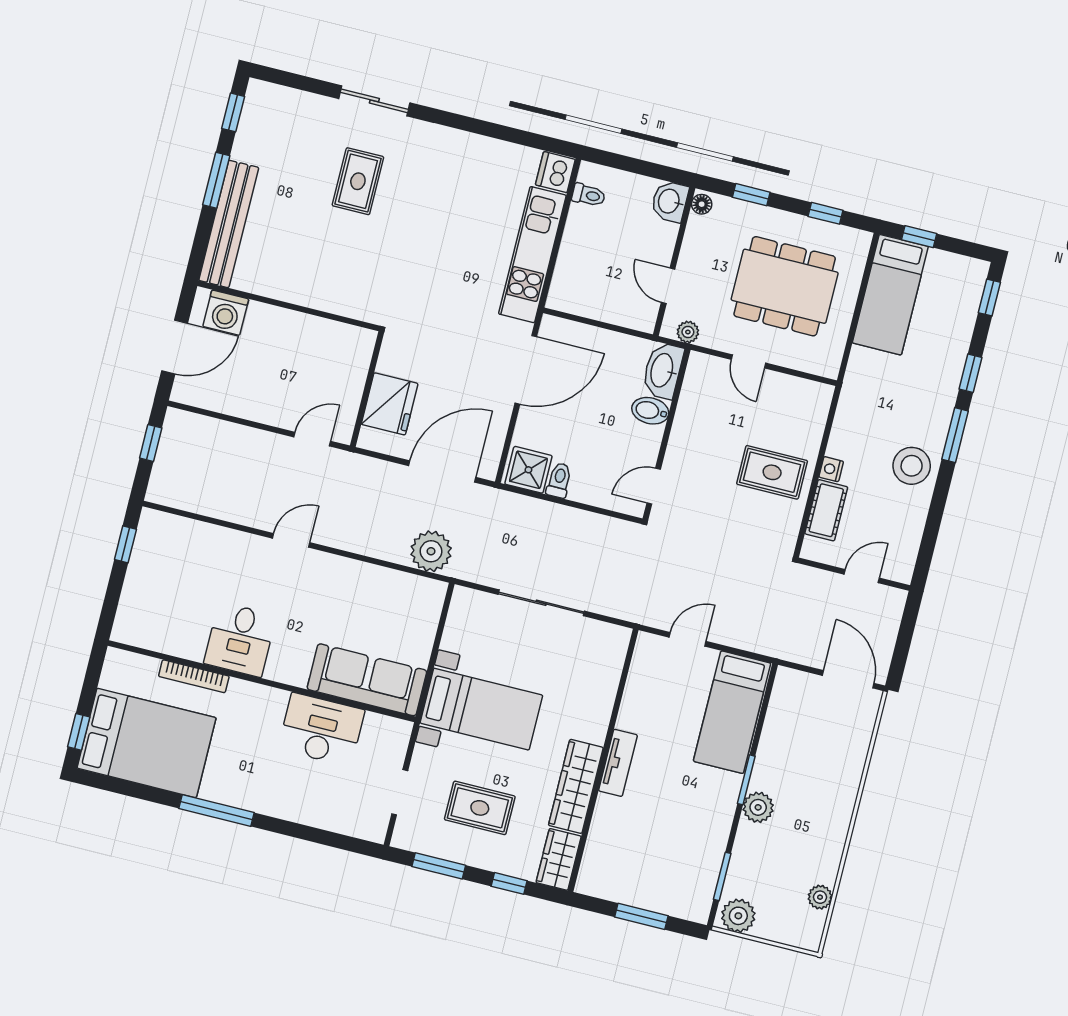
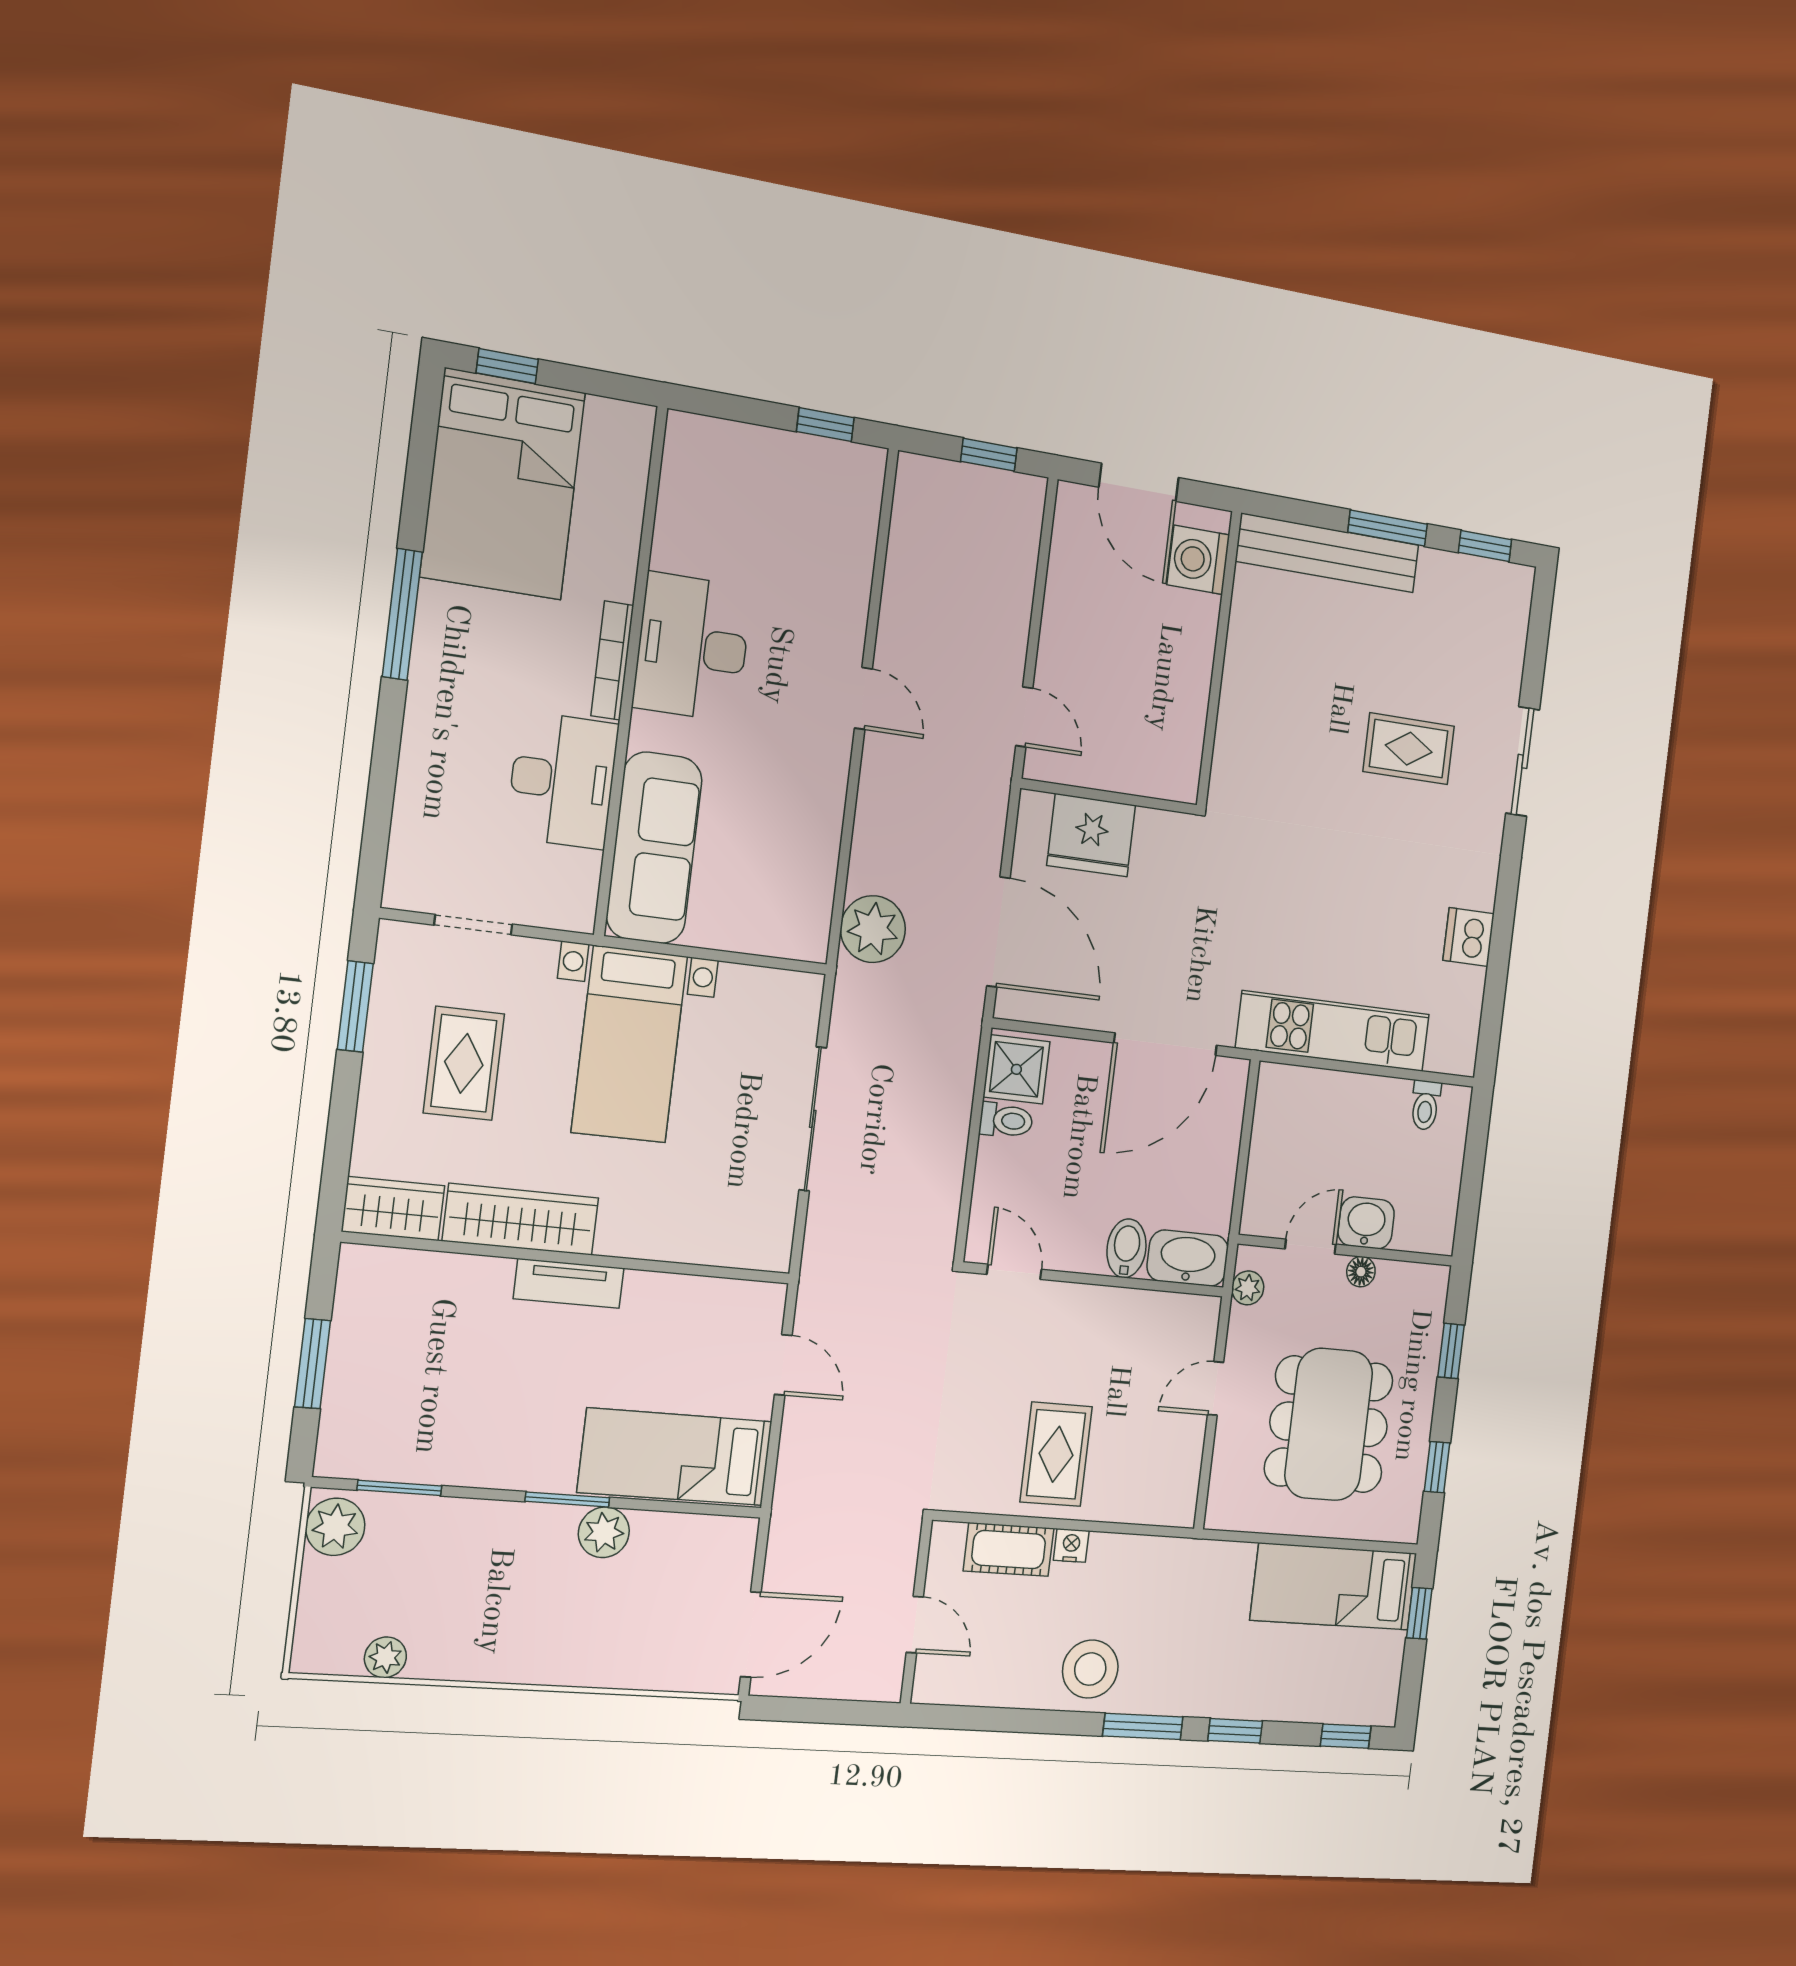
dishwasher: (555, 172) -> (1469, 937), moved, turned -90
washbasin: (670, 201) -> (1366, 1223), moved
floor lamp: (702, 204) -> (1361, 1272), moved
door: (526, 370) -> (1165, 1044), hinge flipped
desk: (240, 640) -> (692, 647), width x1.37
bookcase: (194, 676) -> (612, 661), moved
plant: (758, 807) -> (604, 1532), moved
window: (509, 883) -> (340, 1130), removed

